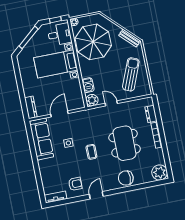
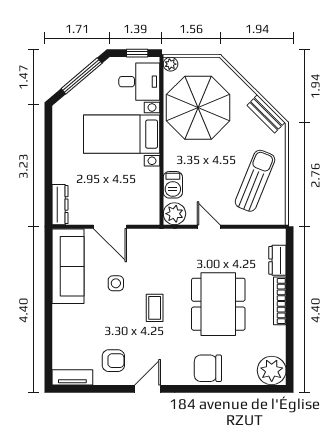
door: (59, 114) -> (110, 227), swing flipped

